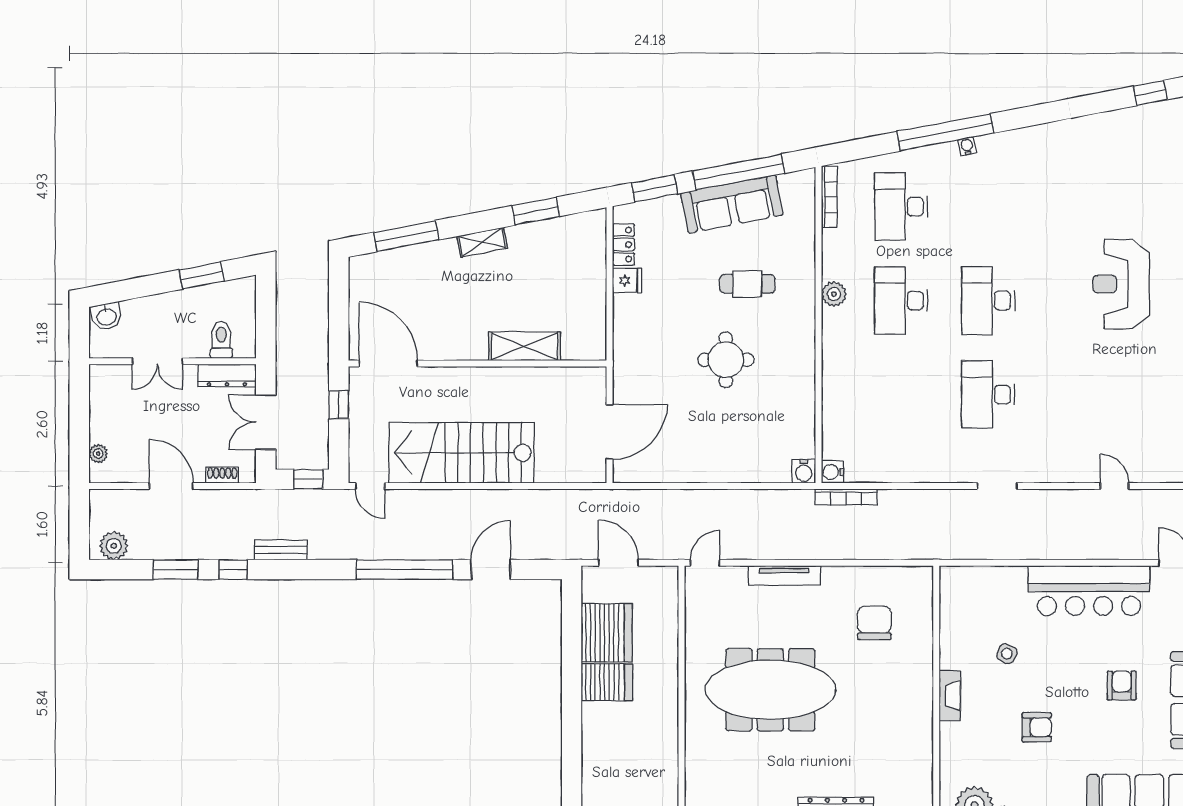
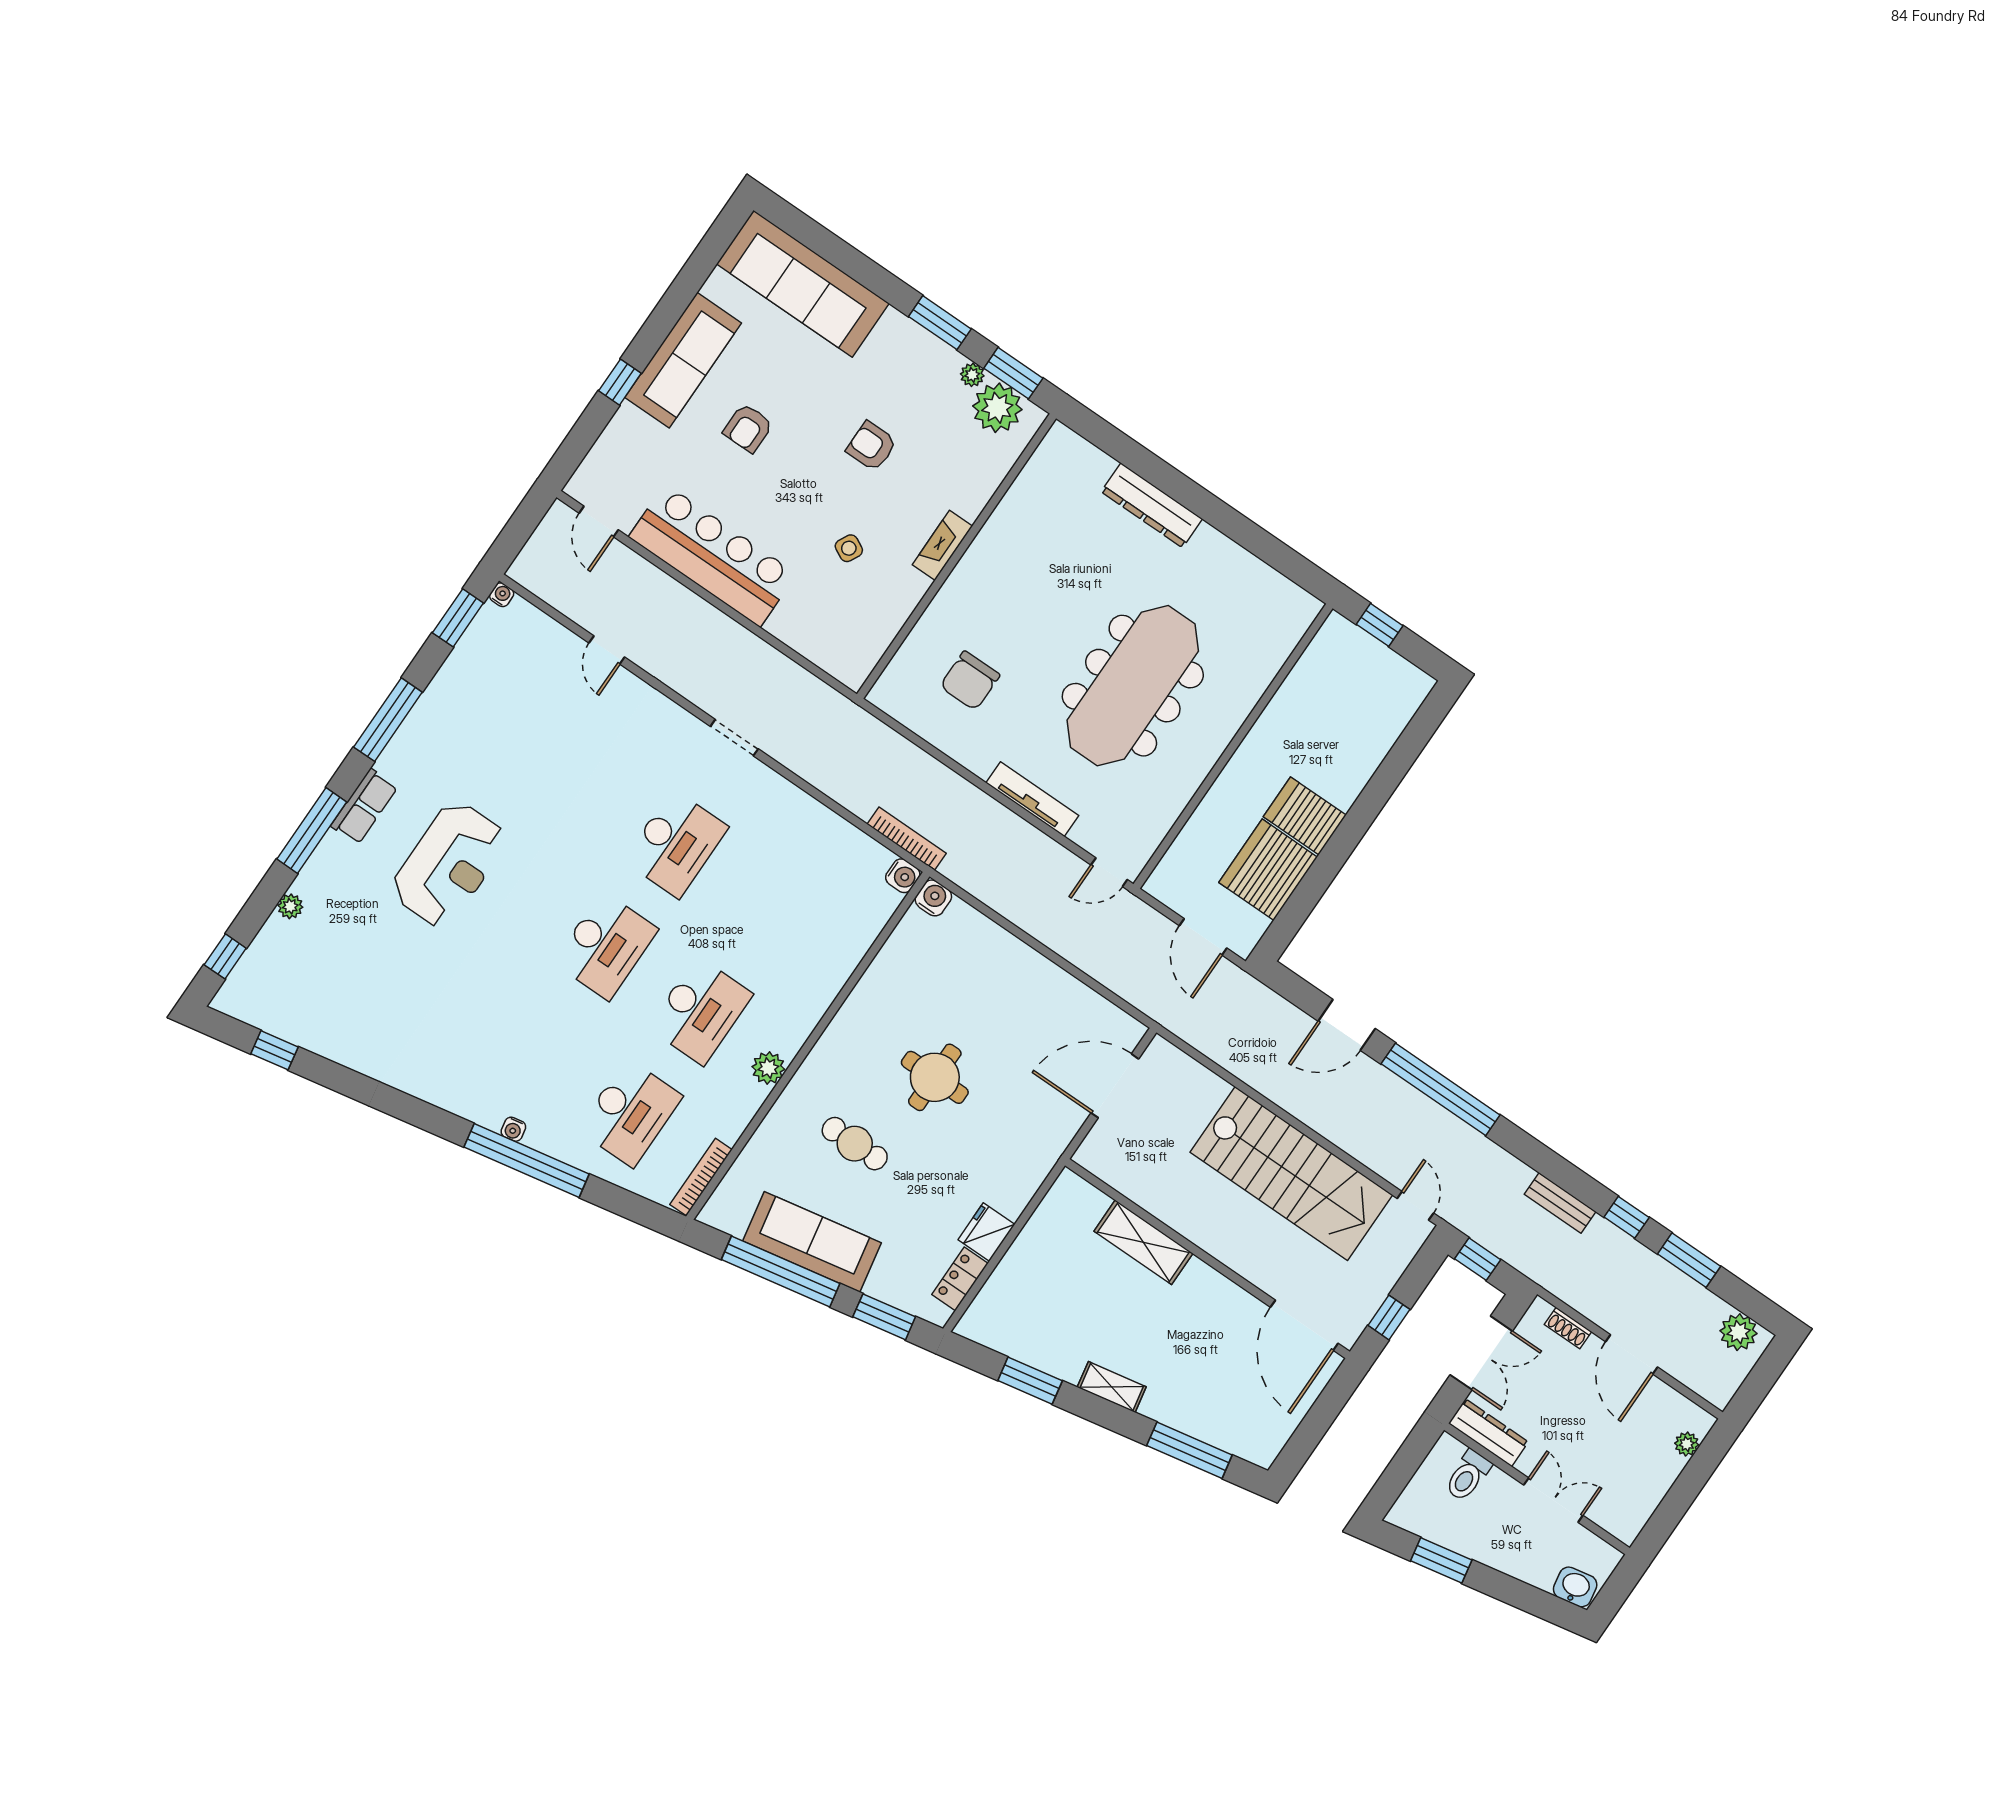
fridge: (627, 281) -> (986, 1232), width x1.38
meeting table: (770, 690) -> (1133, 686), turned 90

